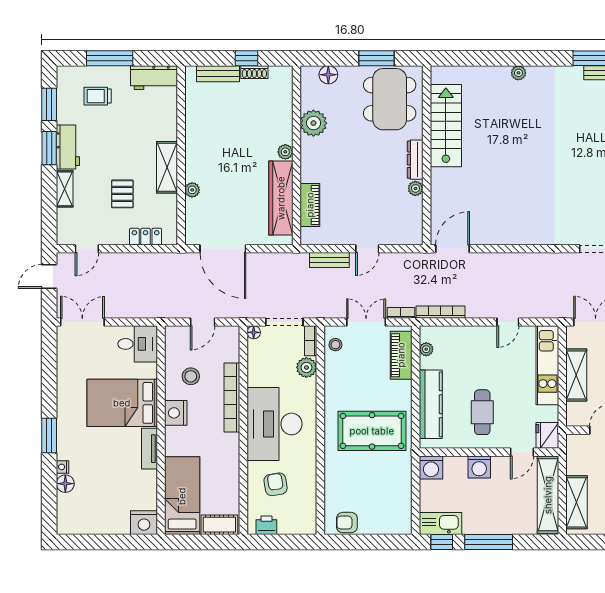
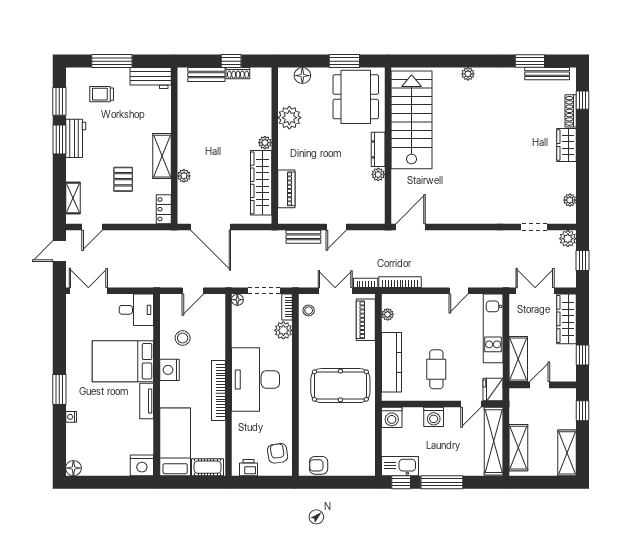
stairs: (446, 126) -> (412, 120), width x1.36, depth x1.51
shelving: (65, 189) -> (73, 198), moved
locker: (146, 237) -> (164, 209), moved, turned -90
shelving: (576, 375) -> (518, 359), moved
bookcase: (232, 398) -> (218, 390), moved
floor lamp: (65, 484) -> (73, 468), moved
armchair: (276, 484) -> (278, 453), moved

